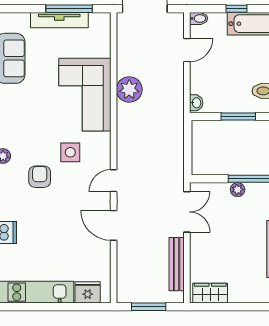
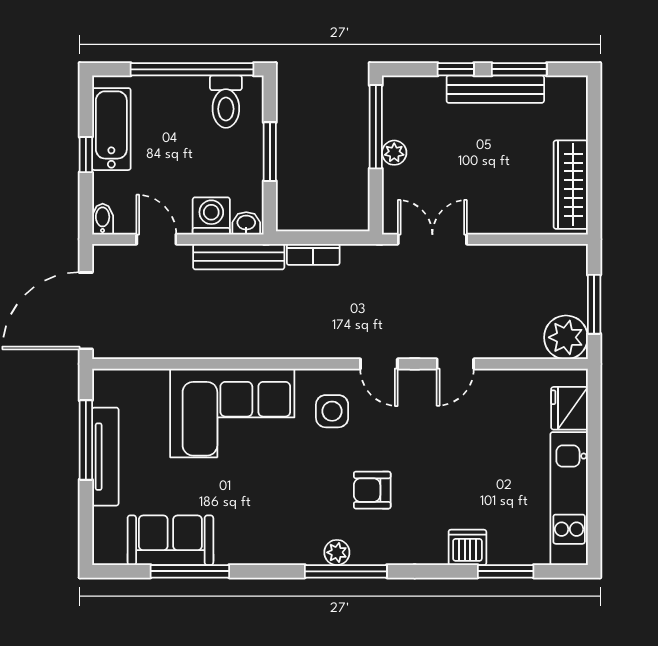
washing machine: (200, 82) -> (211, 216), added
plant: (129, 89) -> (566, 337), moved
bookcase: (178, 142) -> (313, 254), added
side table: (70, 152) -> (332, 411), moved
door: (114, 225) -> (455, 364), width x0.73
bench: (177, 264) -> (239, 257), moved
wardrobe: (210, 293) -> (571, 185), width x1.50

